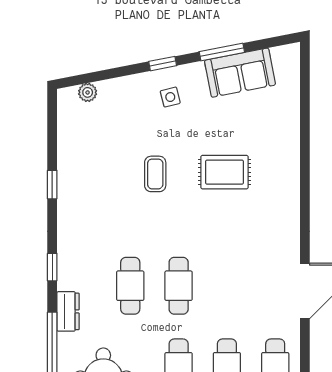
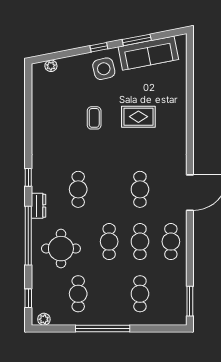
sofa: (240, 73) -> (148, 53), width x1.36
side table: (170, 97) -> (104, 69), width x1.87, depth x1.87
window: (52, 185) -> (28, 125), removed
cafe table: (179, 286) -> (140, 189), moved

